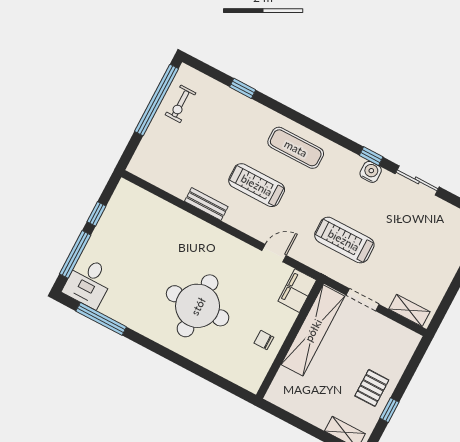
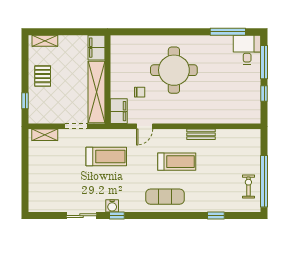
chair: (264, 340) -> (140, 92), moved
filing cabinet: (282, 388) -> (97, 48), added
window: (389, 410) -> (25, 101), moved

